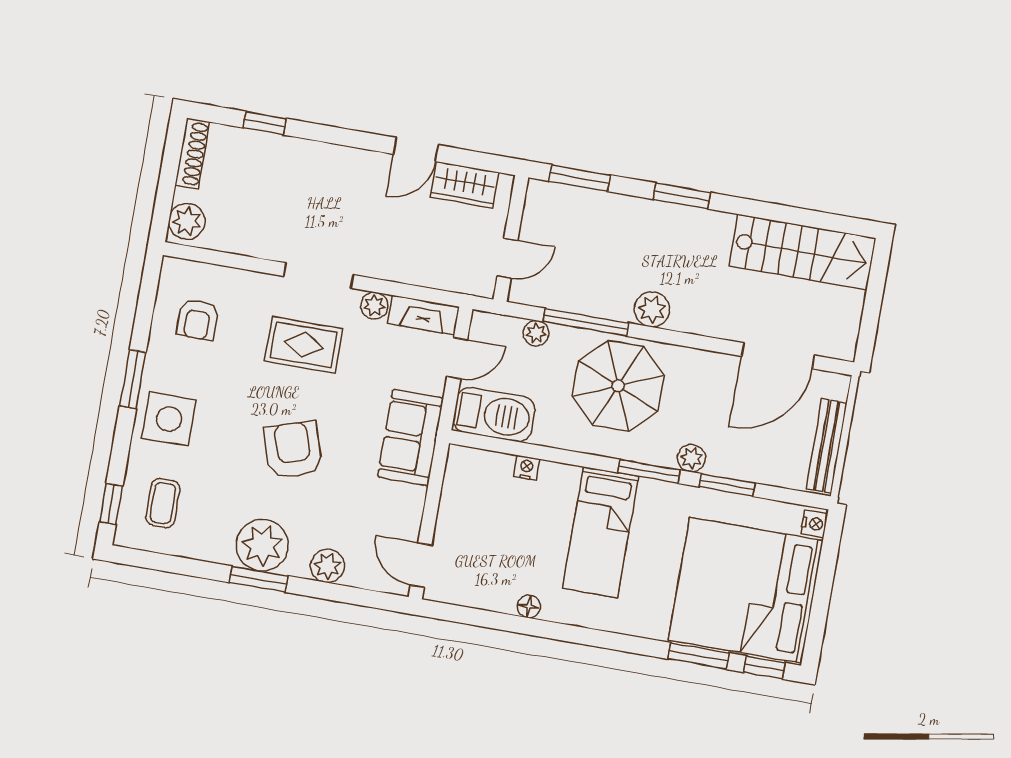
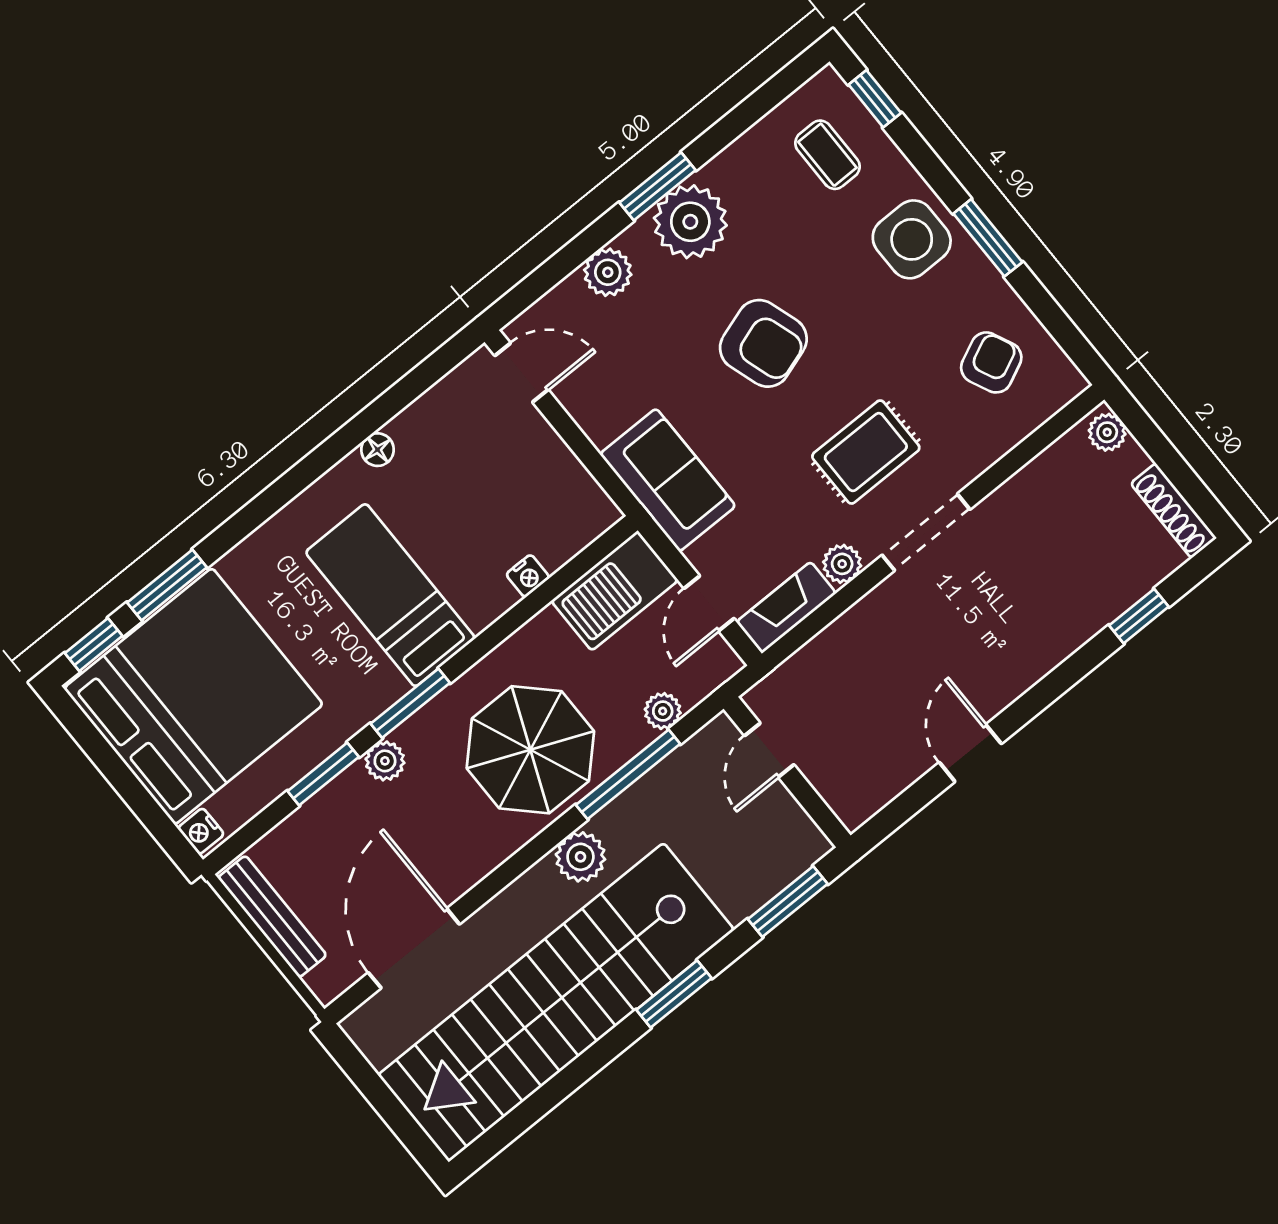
wardrobe: (464, 185) -> (887, 772), removed
plant: (187, 221) -> (1107, 432), width x0.73, depth x0.73
stairs: (802, 252) -> (556, 1002), width x1.86, depth x1.51
armchair: (198, 319) -> (991, 362), turned 65

